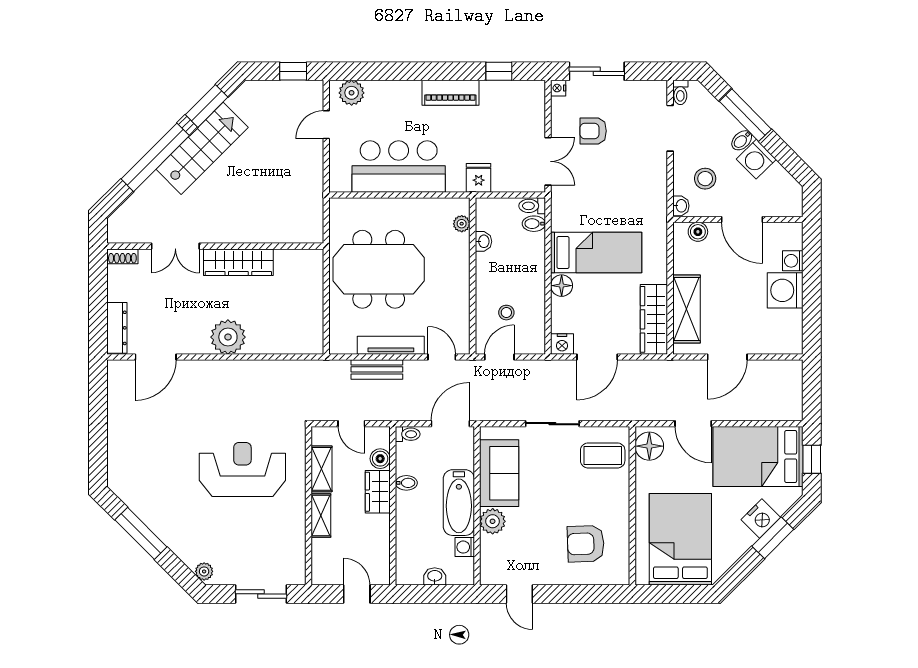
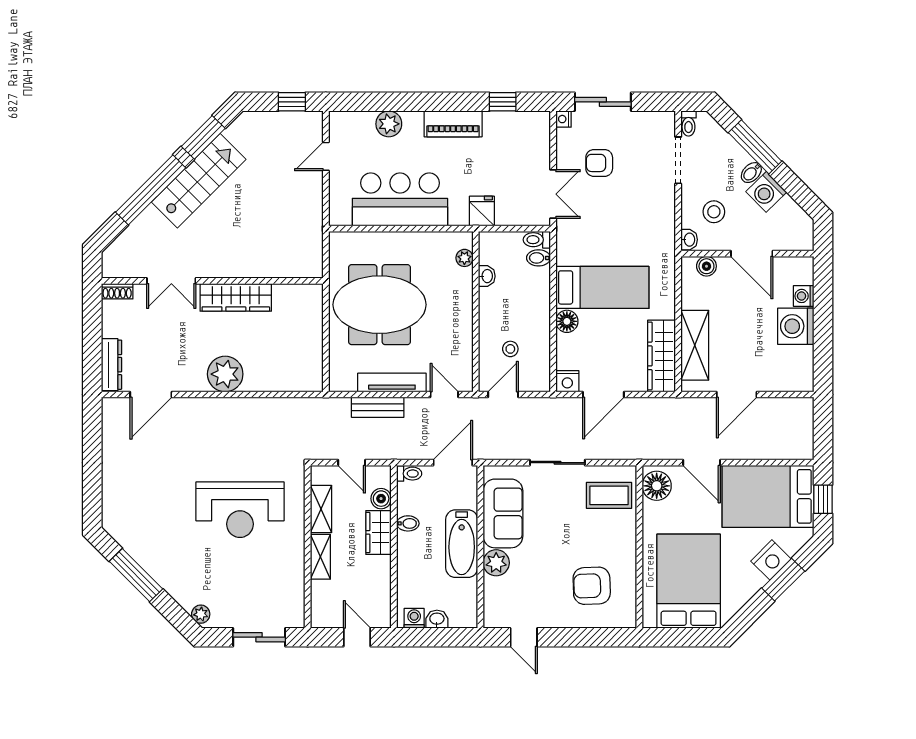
plant: (352, 93) -> (389, 124), moved
reception desk: (242, 469) -> (240, 510), turned 180
washing machine: (465, 547) -> (414, 618), moved, turned 90

